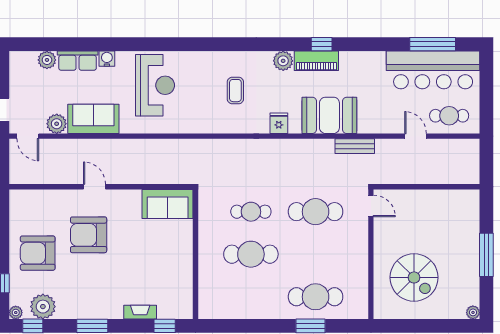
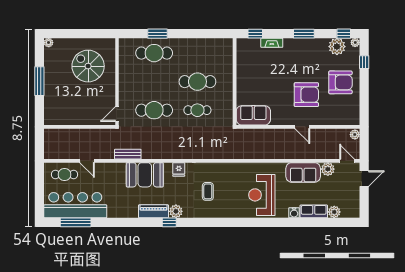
window: (322, 44) -> (169, 222), moved
plant: (16, 175) -> (355, 135), added
door: (371, 206) -> (117, 114), hinge flipped

